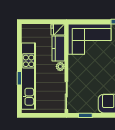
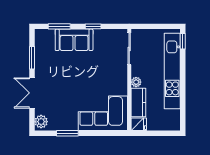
window: (19, 78) -> (183, 41), moved
window: (85, 115) -> (93, 26), moved

